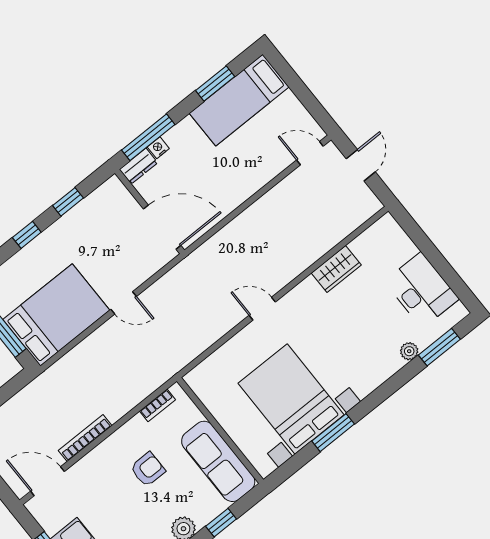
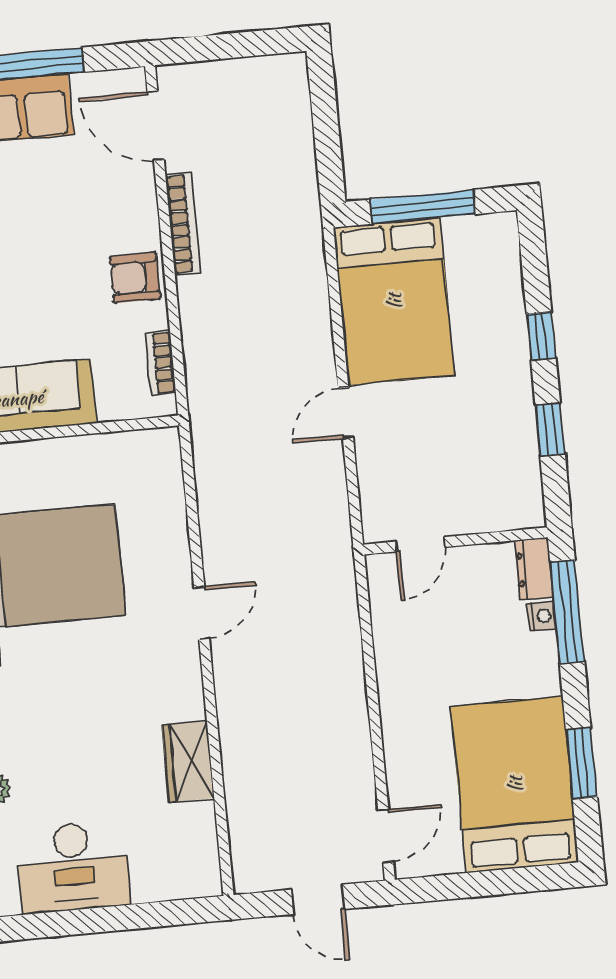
bed: (239, 100) -> (515, 784), width x1.50
door: (162, 227) -> (420, 544), width x0.53
armchair: (148, 469) -> (135, 278), moved, turned 90
door: (47, 481) -> (156, 126), swing flipped

